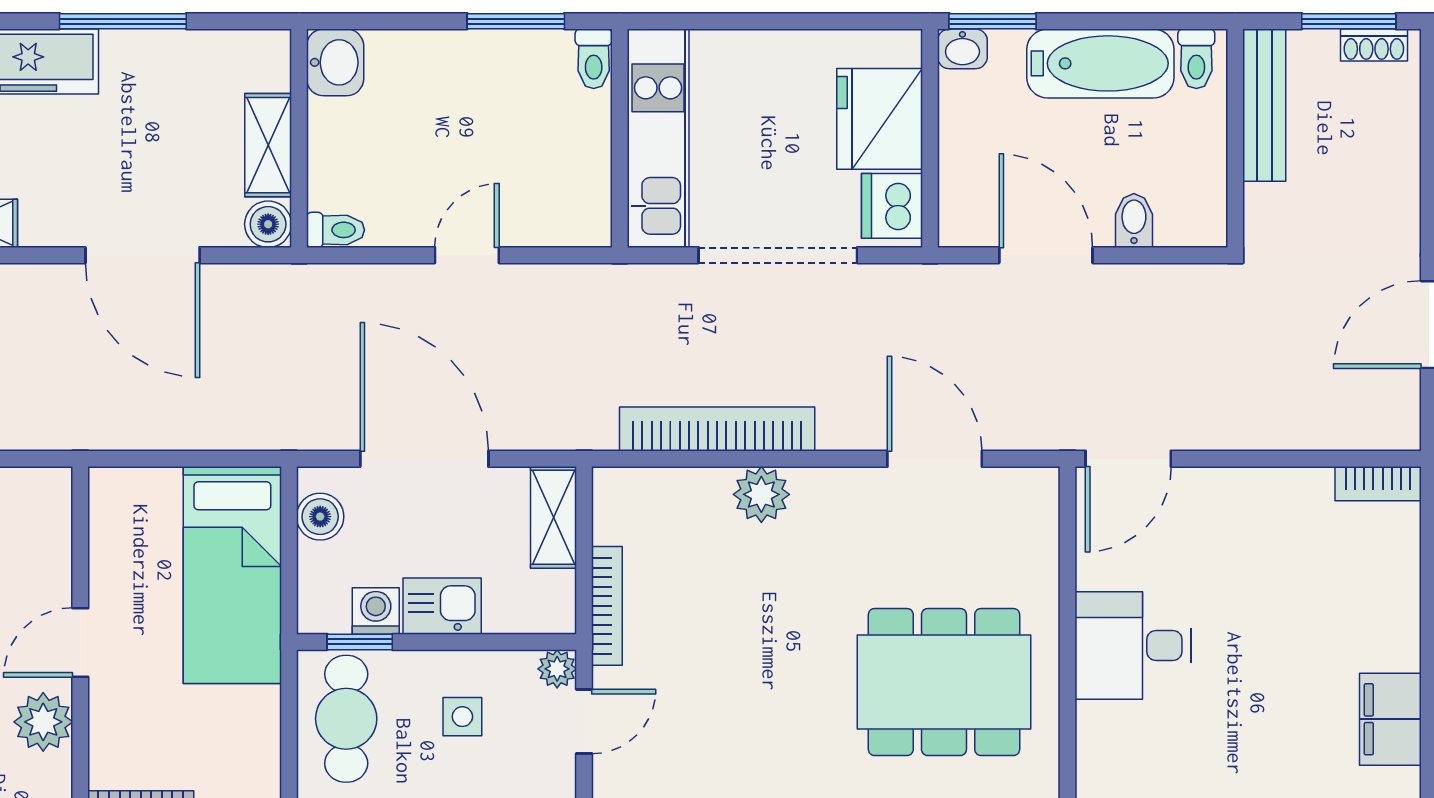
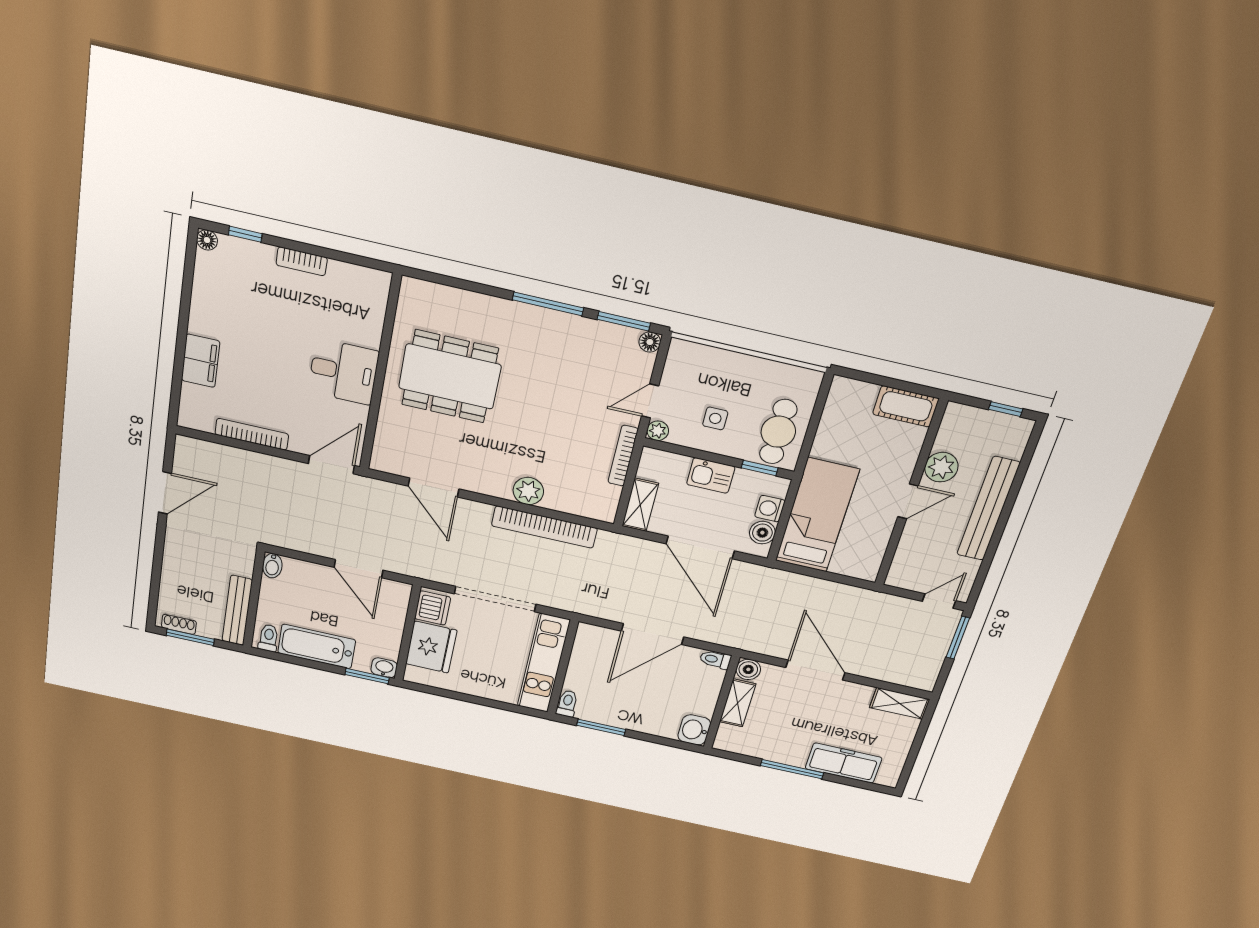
bidet: (1134, 221) -> (272, 566), moved
door: (467, 255) -> (653, 634), width x1.88
bookcase: (1378, 484) -> (252, 434), moved, width x1.56
washing machine: (376, 611) -> (770, 509), moved, turned 90
filing cabinet: (1390, 719) -> (201, 361), moved

